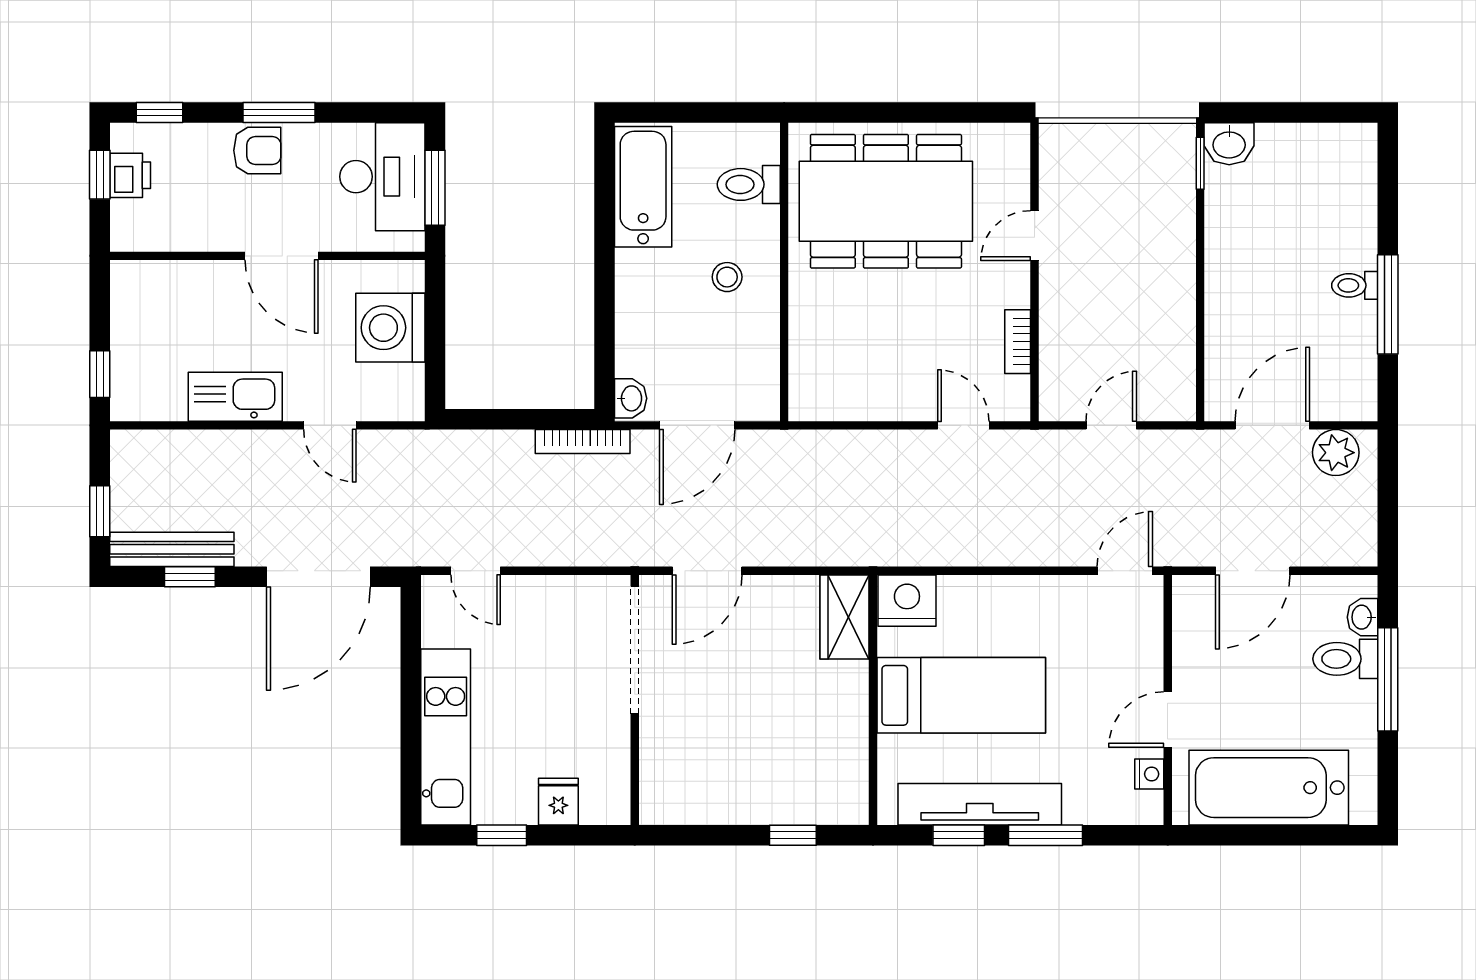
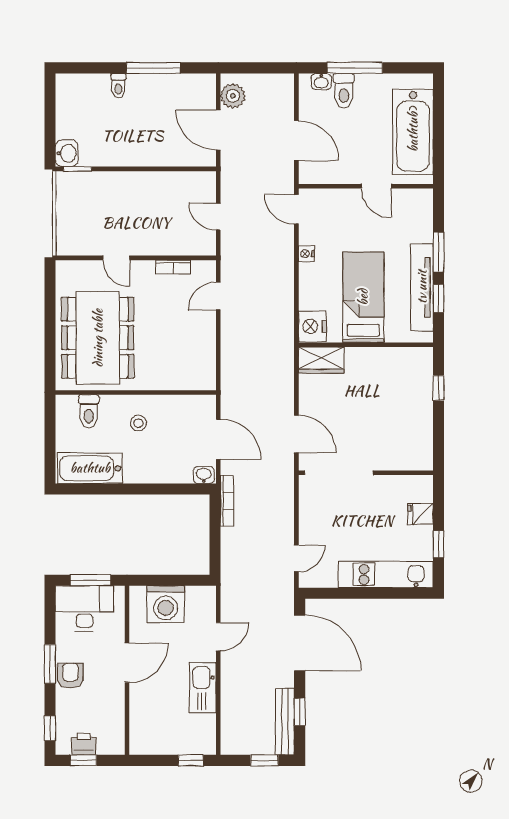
toilet: (1355, 285) -> (118, 86), moved
nightstand: (1149, 774) -> (306, 254), moved, turned -90

